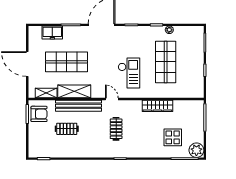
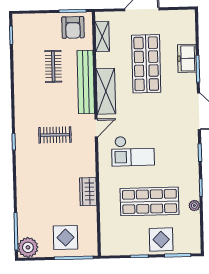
freezer: (52, 32) -> (187, 58), moved
display table: (193, 54) -> (161, 239), added
shelving: (74, 91) -> (106, 91), moved
wardrobe: (157, 106) -> (88, 192), width x0.67
display table: (173, 137) -> (66, 237), moved

